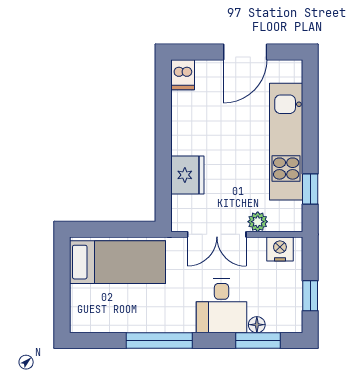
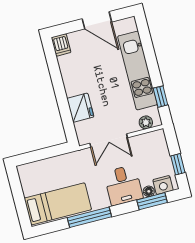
door: (245, 52) -> (97, 20), hinge flipped
plant: (258, 222) -> (146, 122), moved
nightstand: (280, 249) -> (163, 185), moved, turned 180
bed: (118, 262) -> (58, 204), moved

